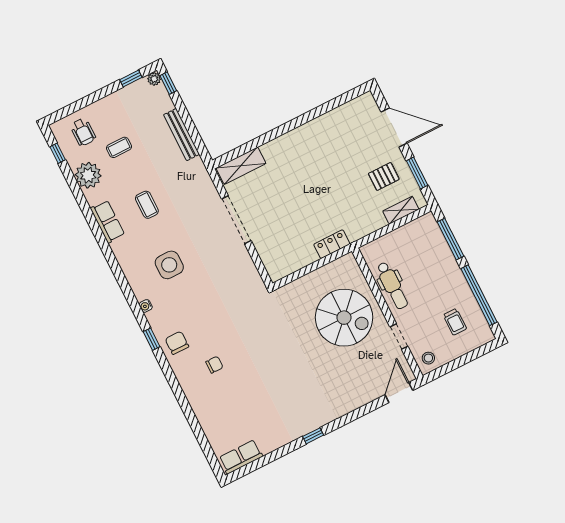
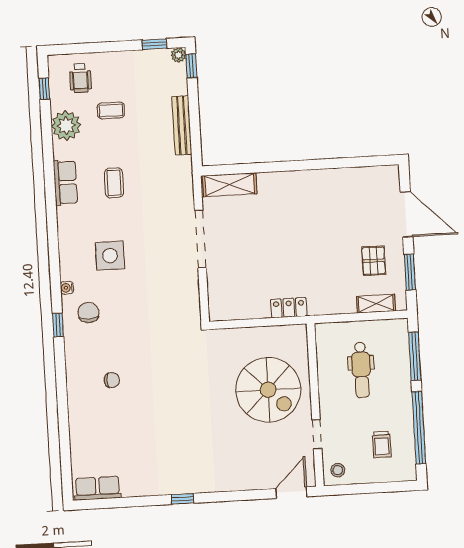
pallet: (384, 176) -> (374, 261), turned 90
dental chair: (392, 285) -> (361, 370), moved
chair: (177, 343) -> (88, 313), moved

